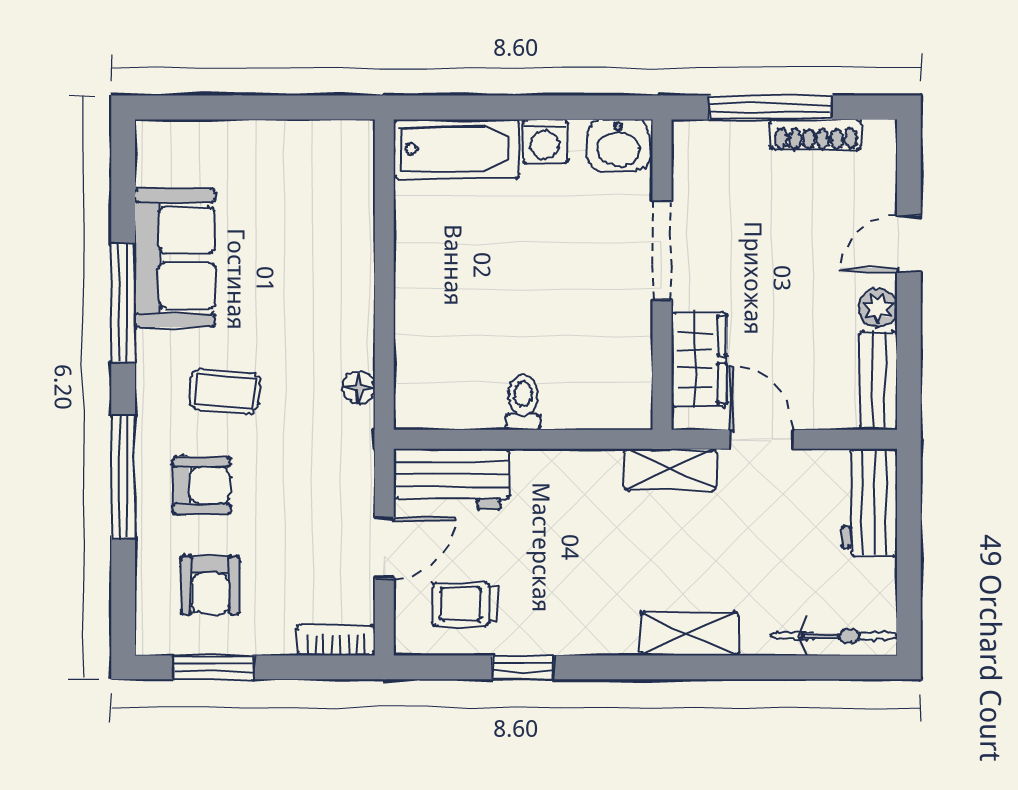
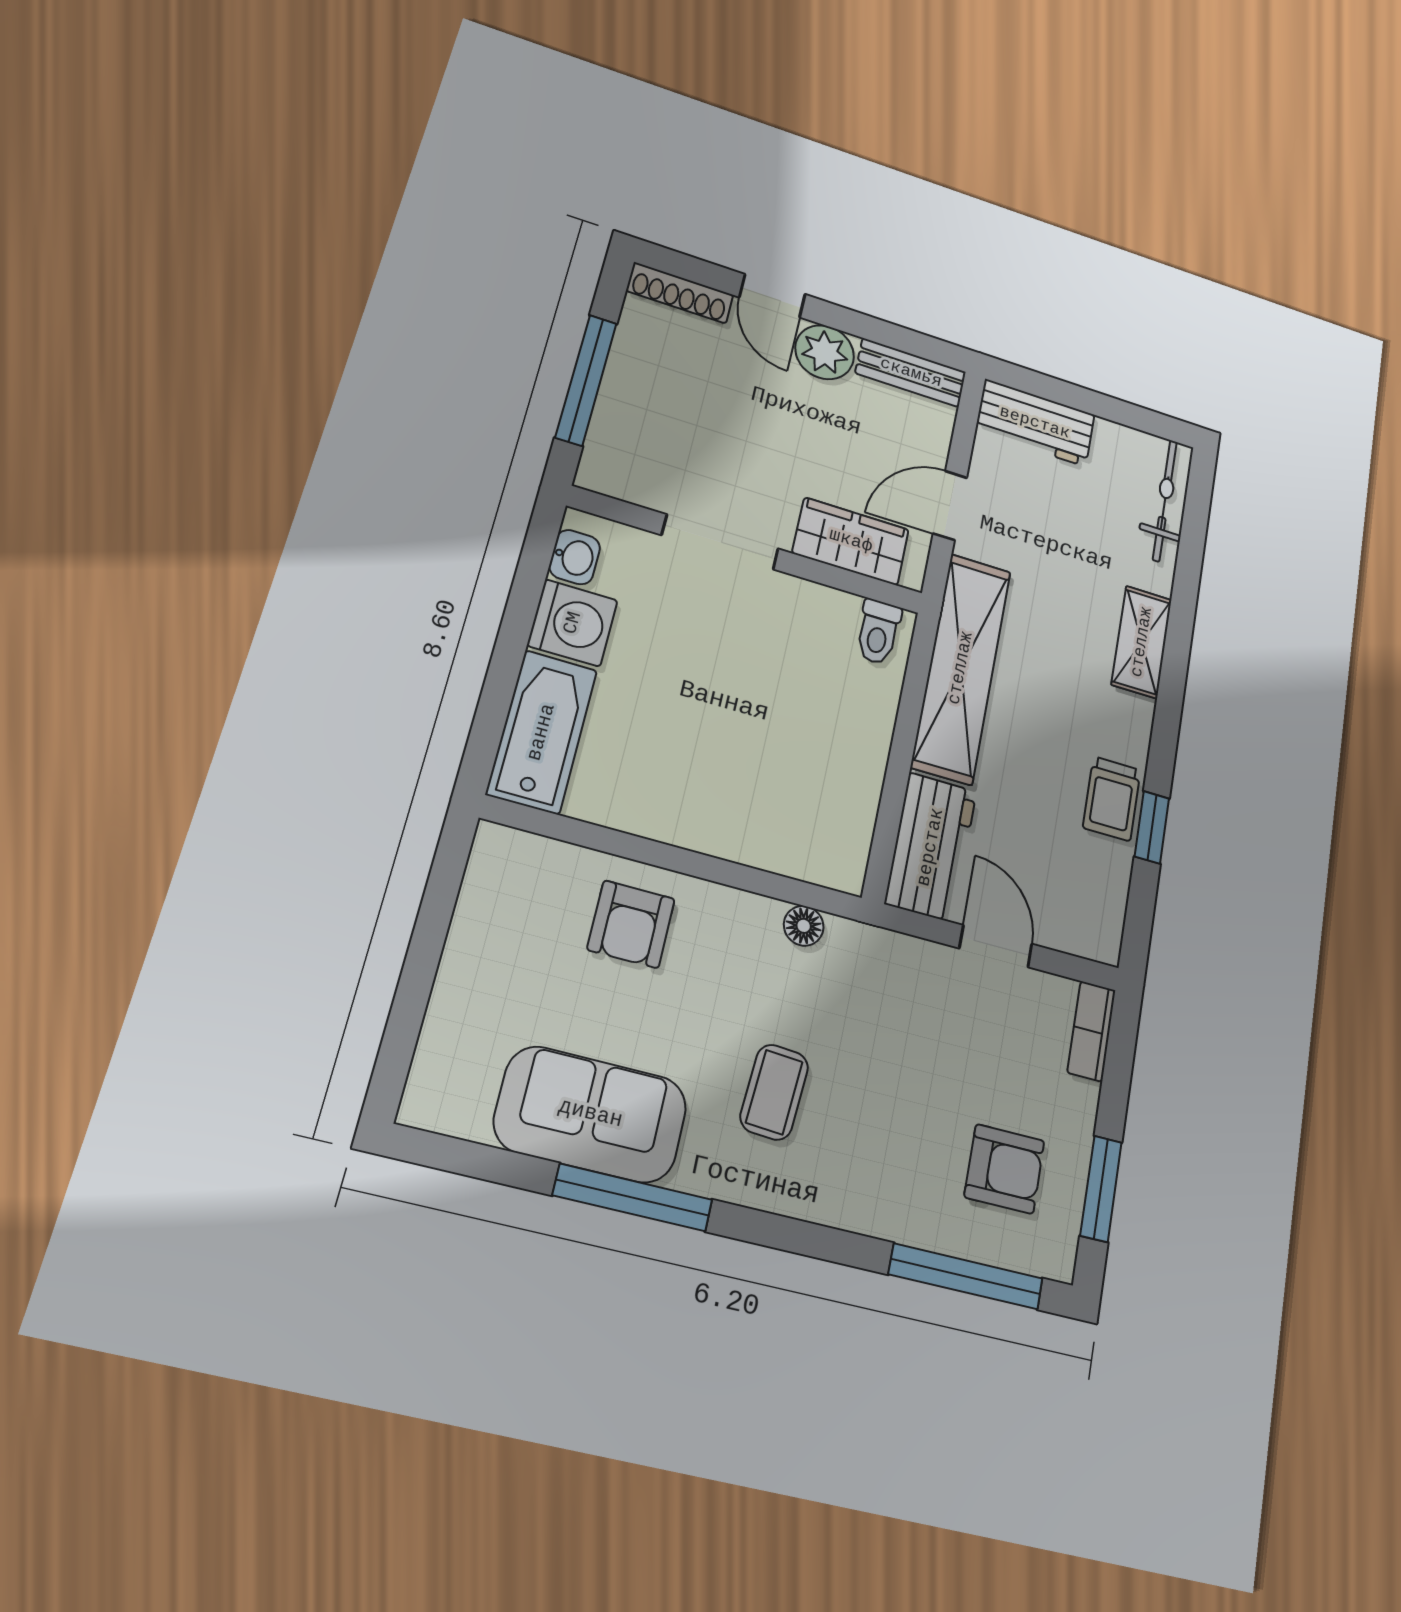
shoe rack: (816, 135) -> (680, 293), moved, turned 90
washing machine: (545, 141) -> (573, 623), width x1.38, depth x1.38
washbasin: (618, 145) -> (575, 557), width x0.72, depth x0.69
plant: (878, 308) -> (825, 352), width x1.38, depth x1.38
toilet: (523, 402) -> (878, 632), moved, turned -90
shelving: (670, 469) -> (961, 668), width x2.20, depth x1.33
window: (123, 477) -> (966, 1276), moved
armchair: (202, 485) -> (631, 924), moved, turned 180
trolley: (465, 604) -> (1112, 799), moved

